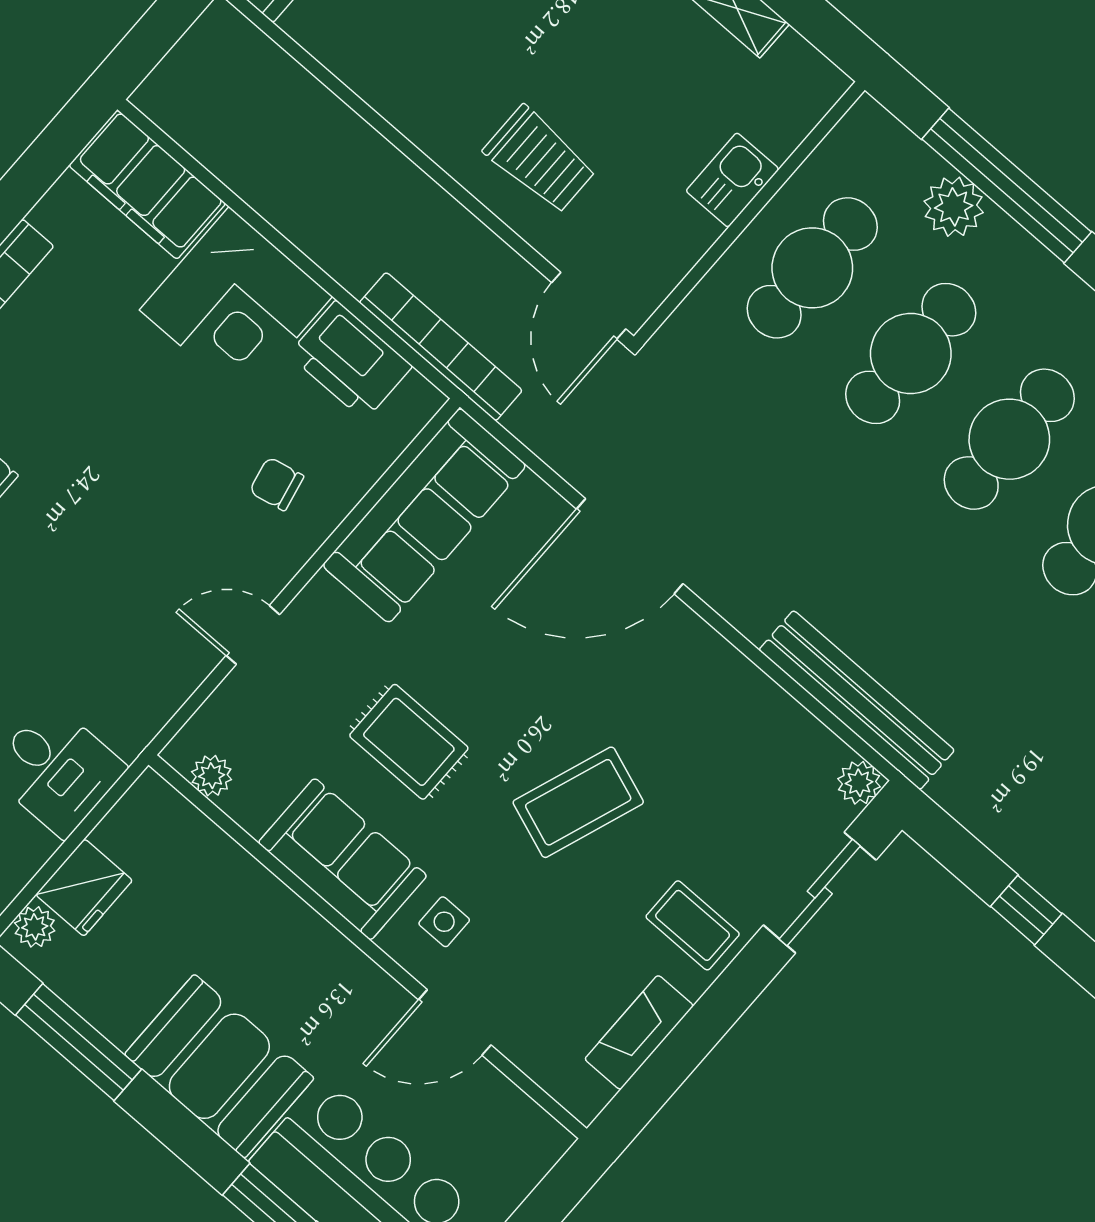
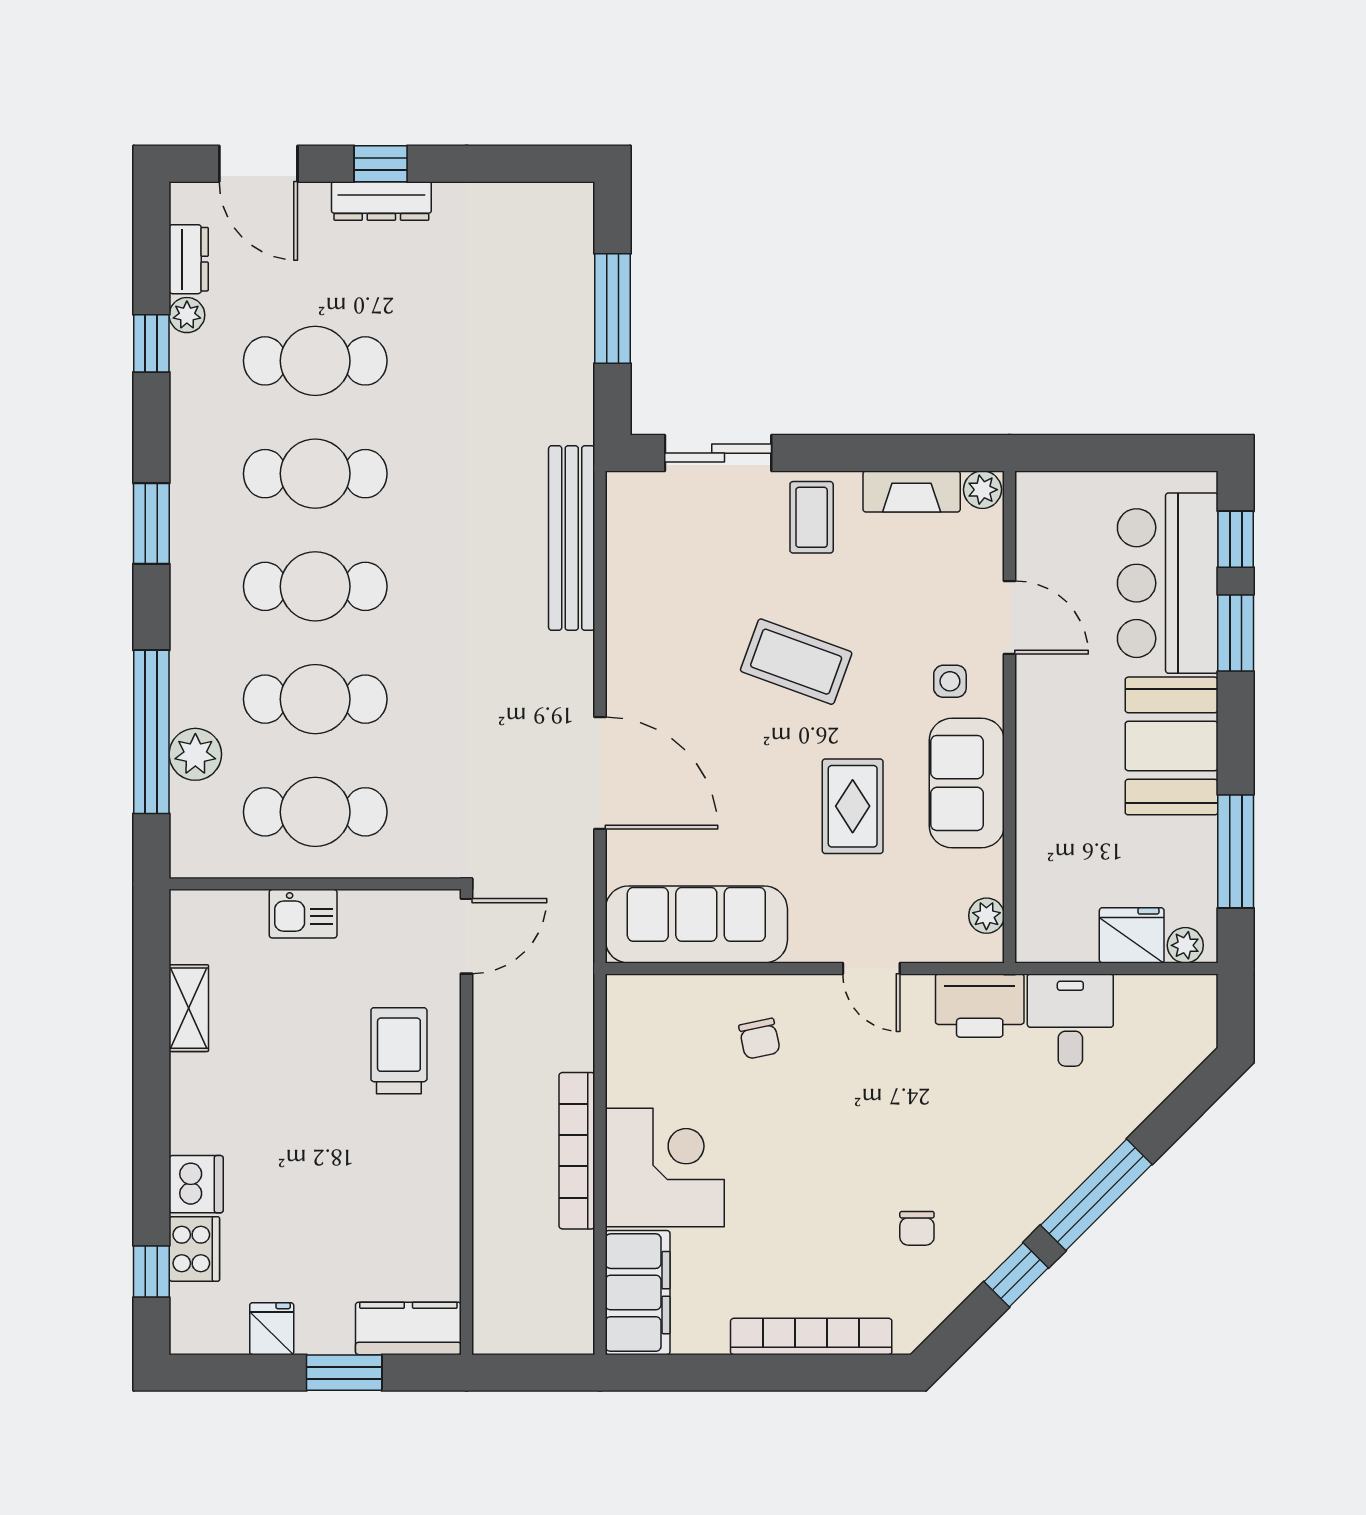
bookcase: (441, 347) -> (577, 1151), moved
printer: (350, 360) -> (980, 1006), moved, turned 90
plant: (859, 783) -> (982, 490), moved
window: (1026, 910) -> (613, 309), width x2.17

